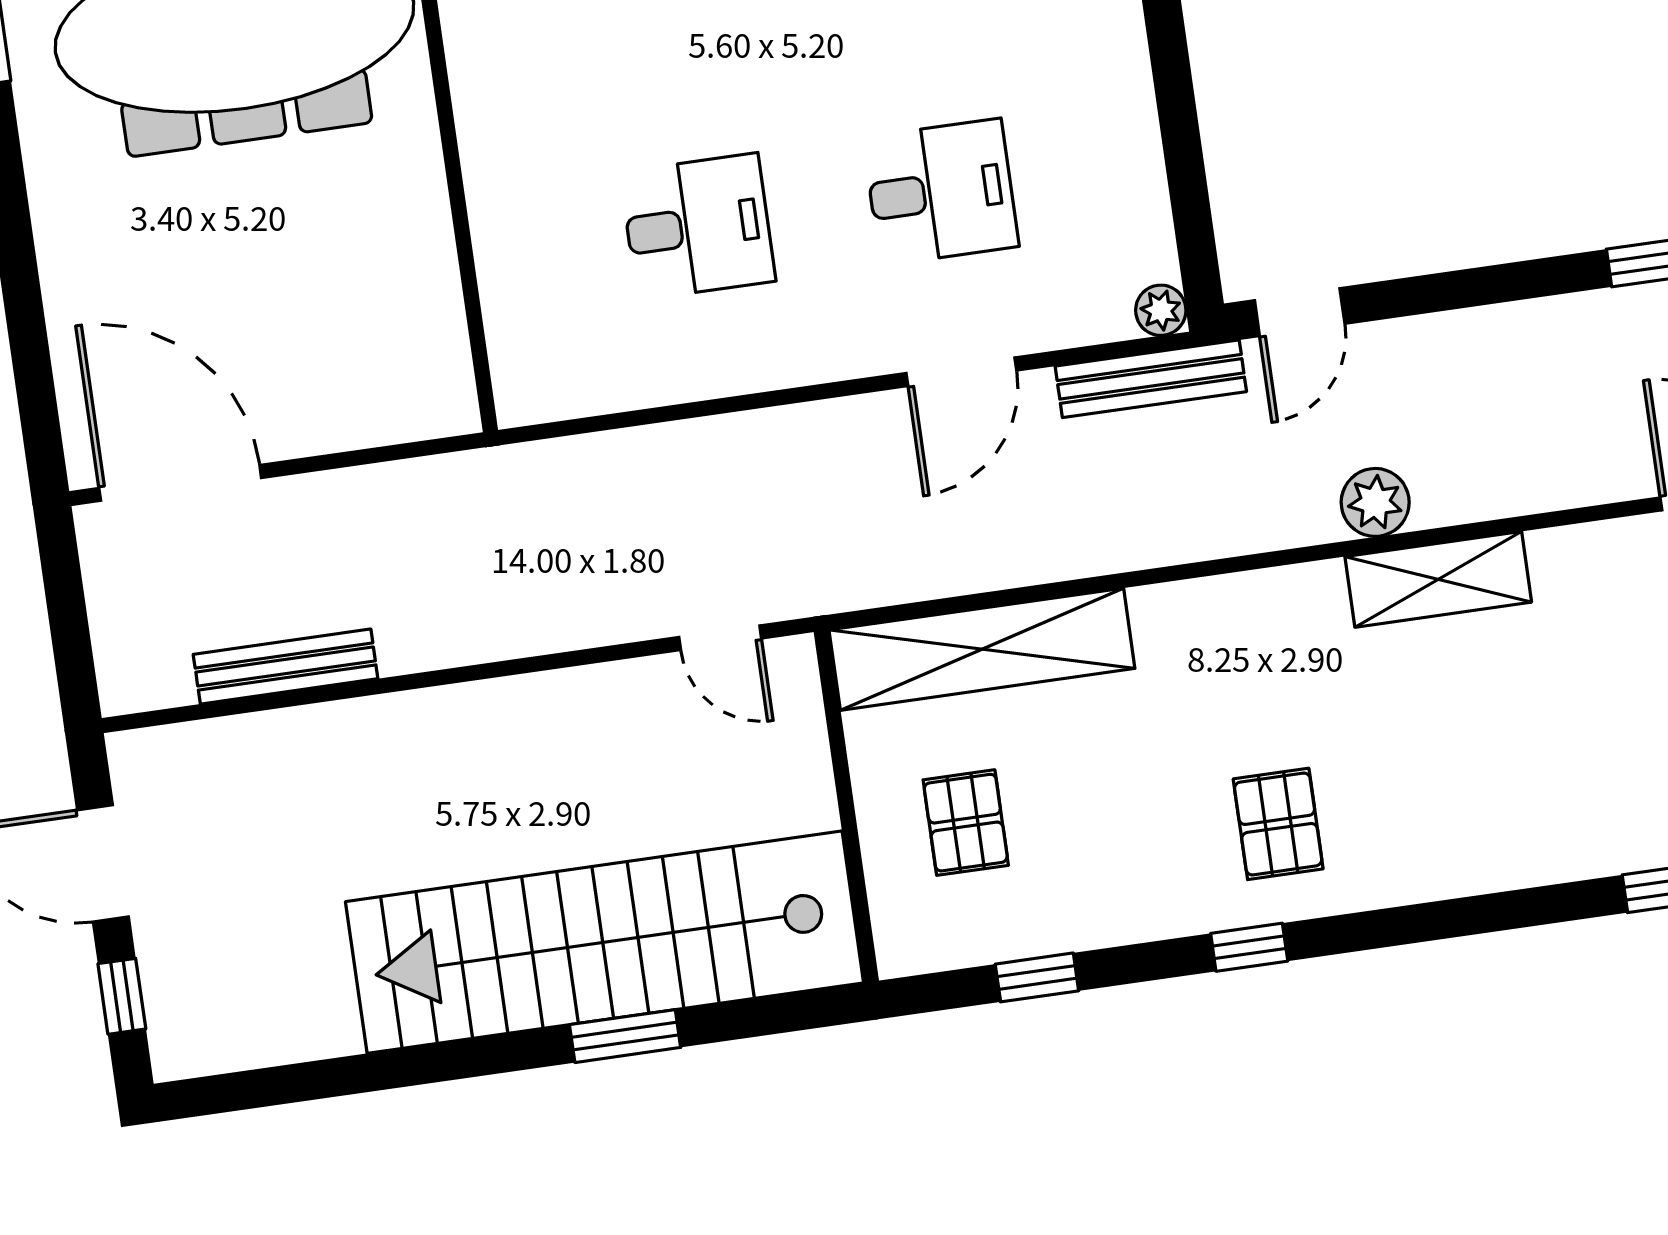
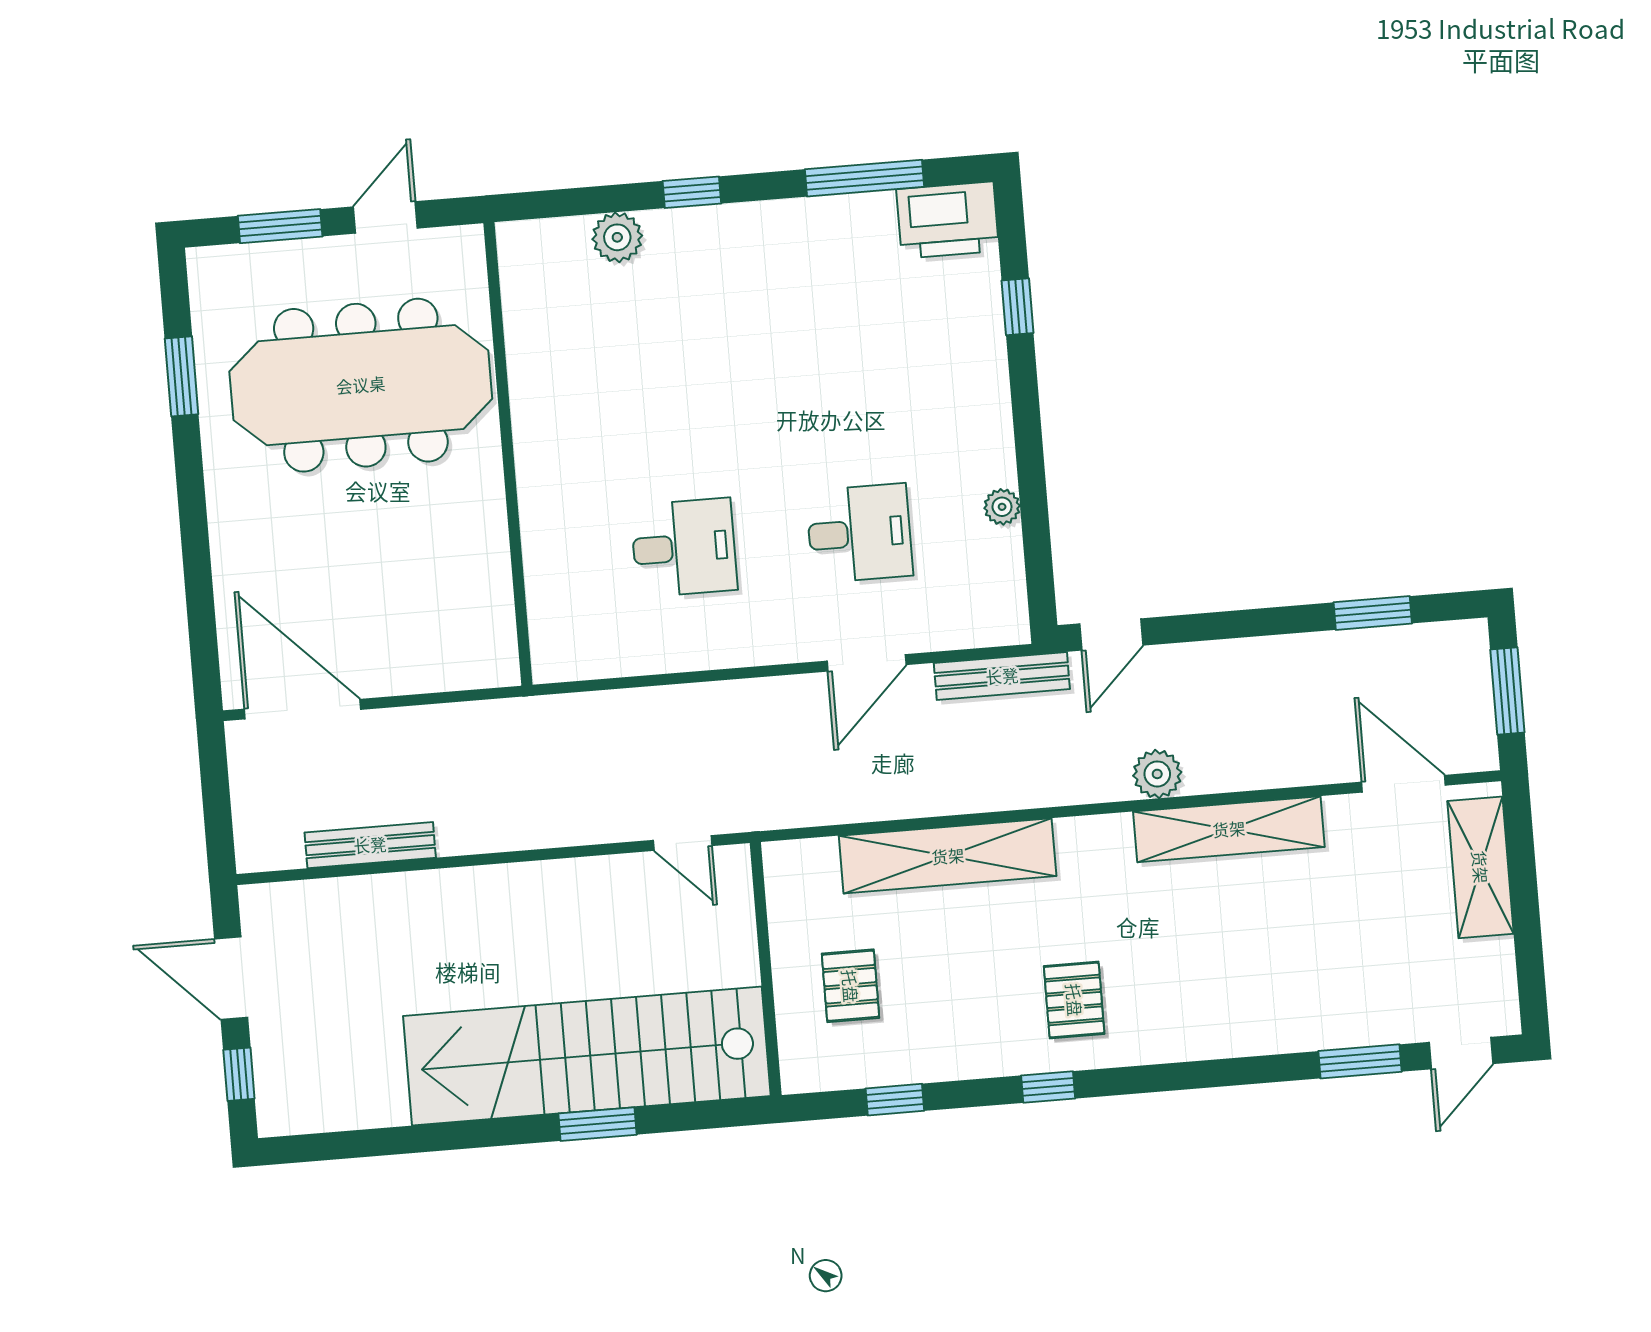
plant: (1161, 310) -> (1002, 507), moved
shelving: (1438, 579) -> (1229, 829), width x1.47
shelving: (982, 649) -> (948, 856), moved

